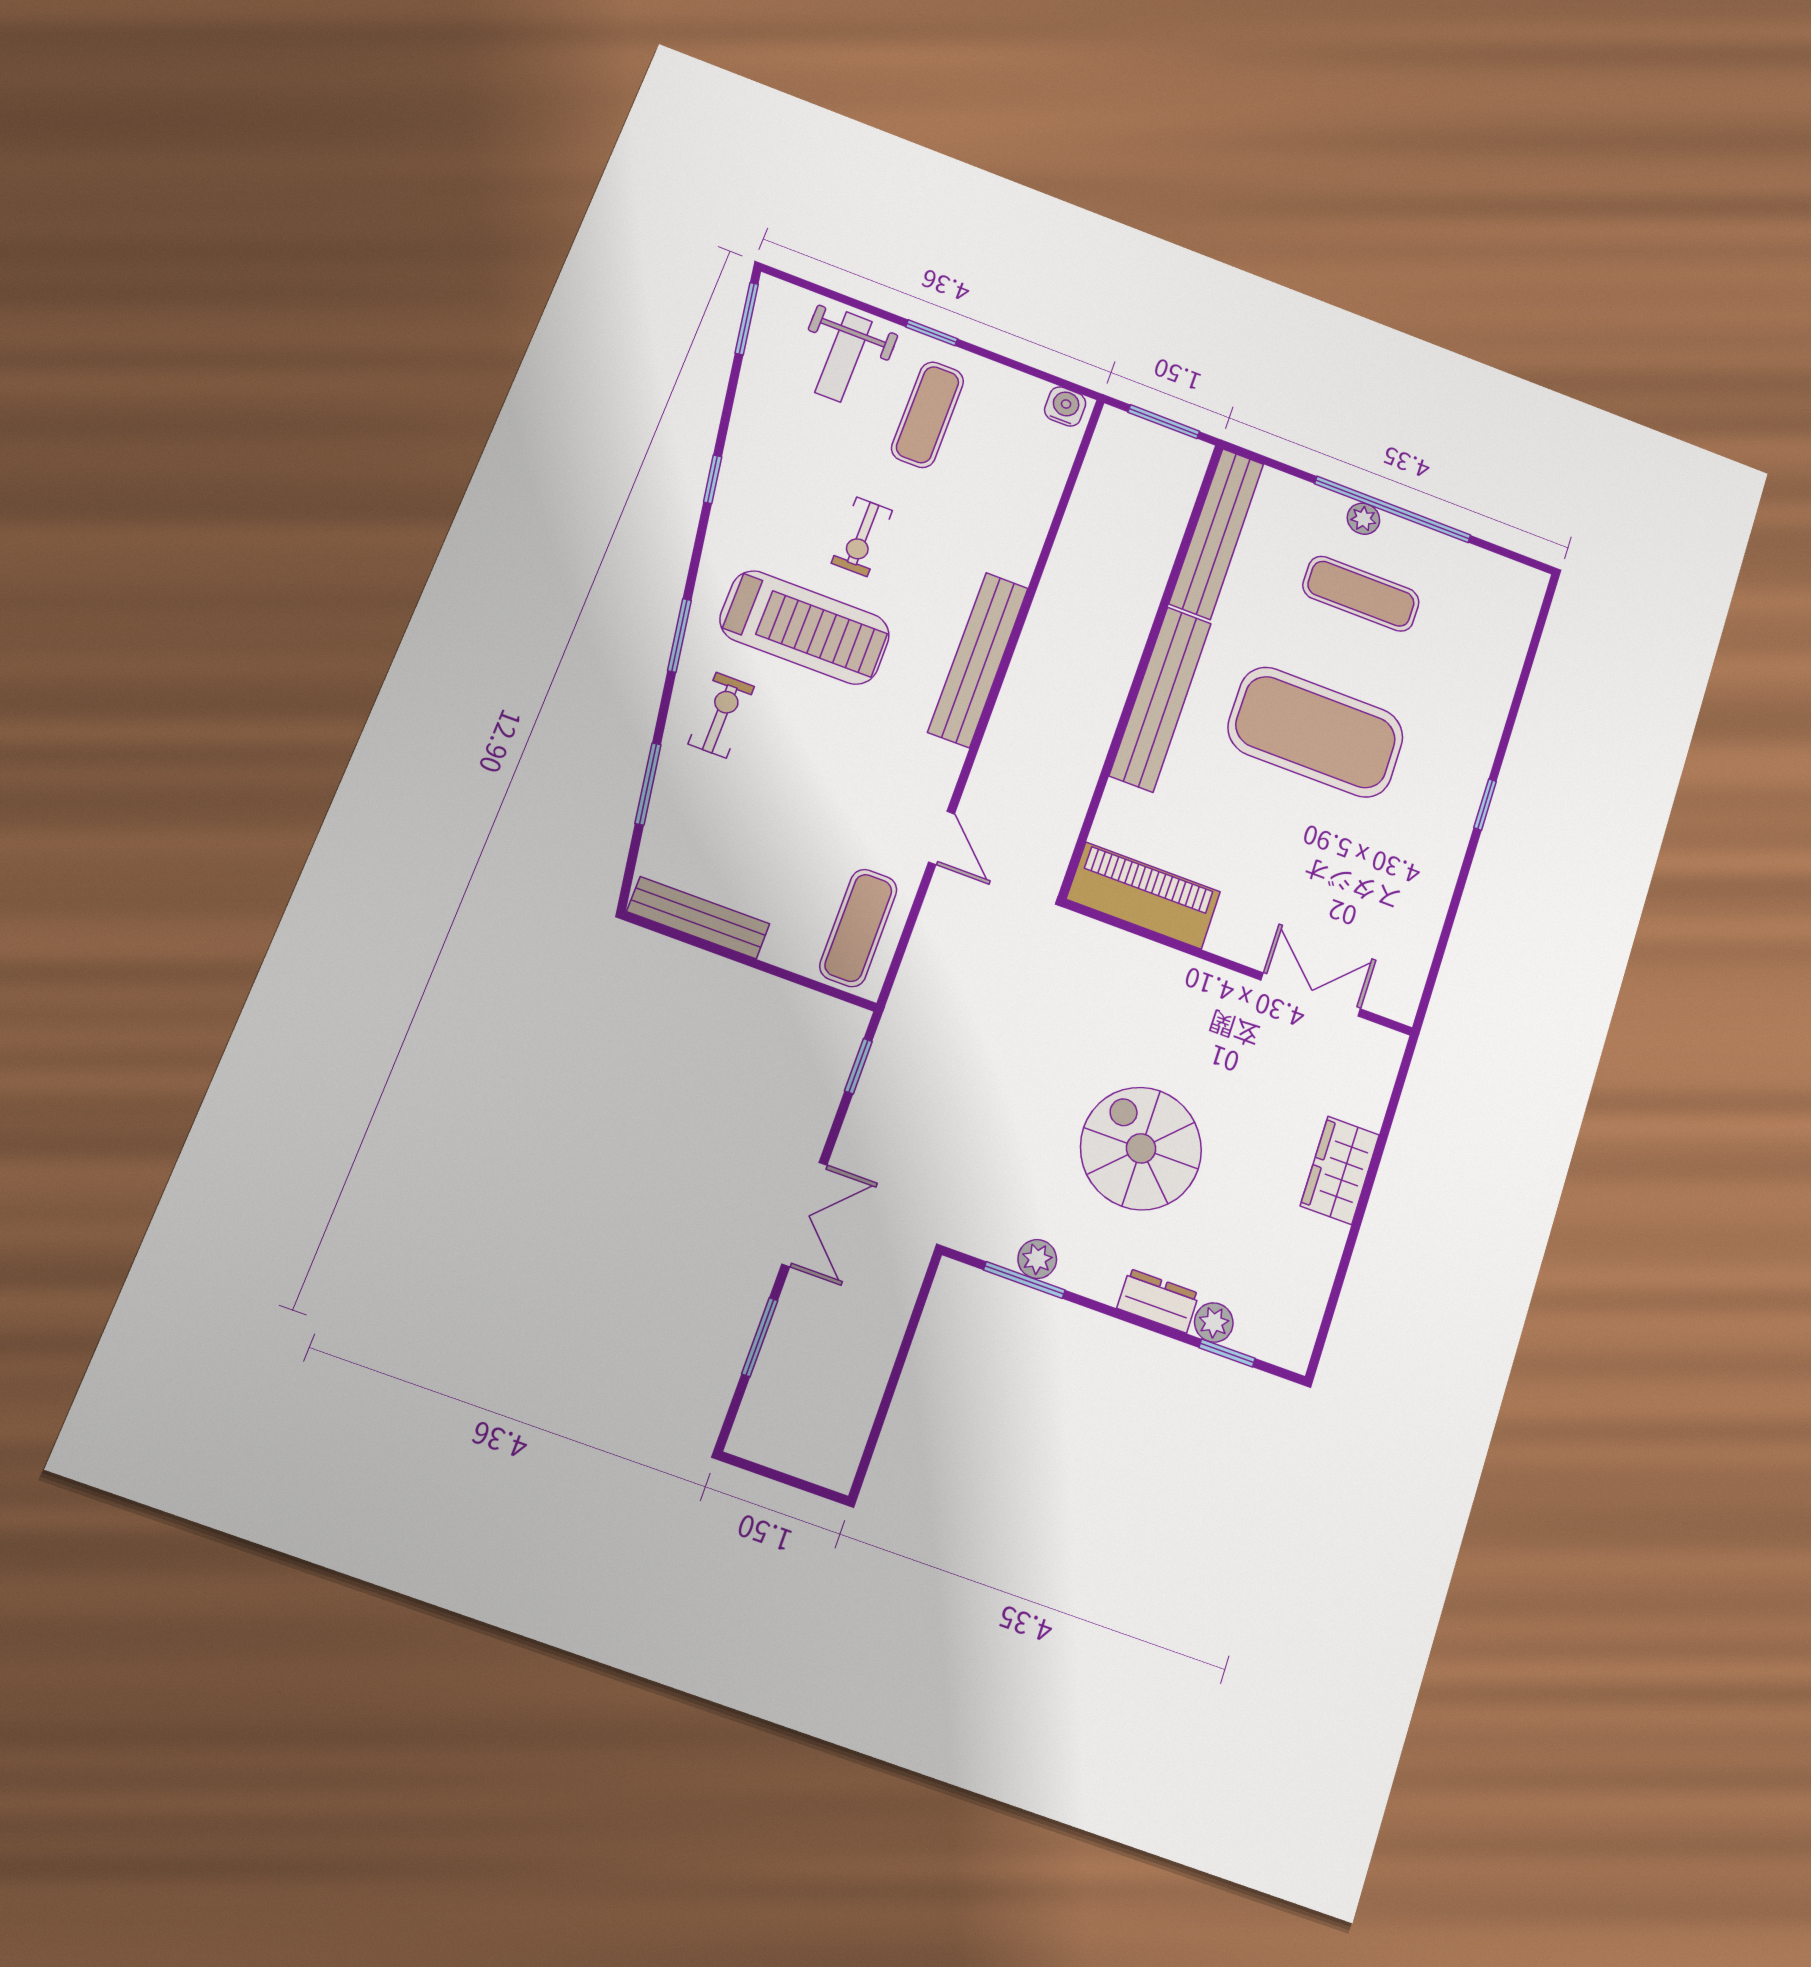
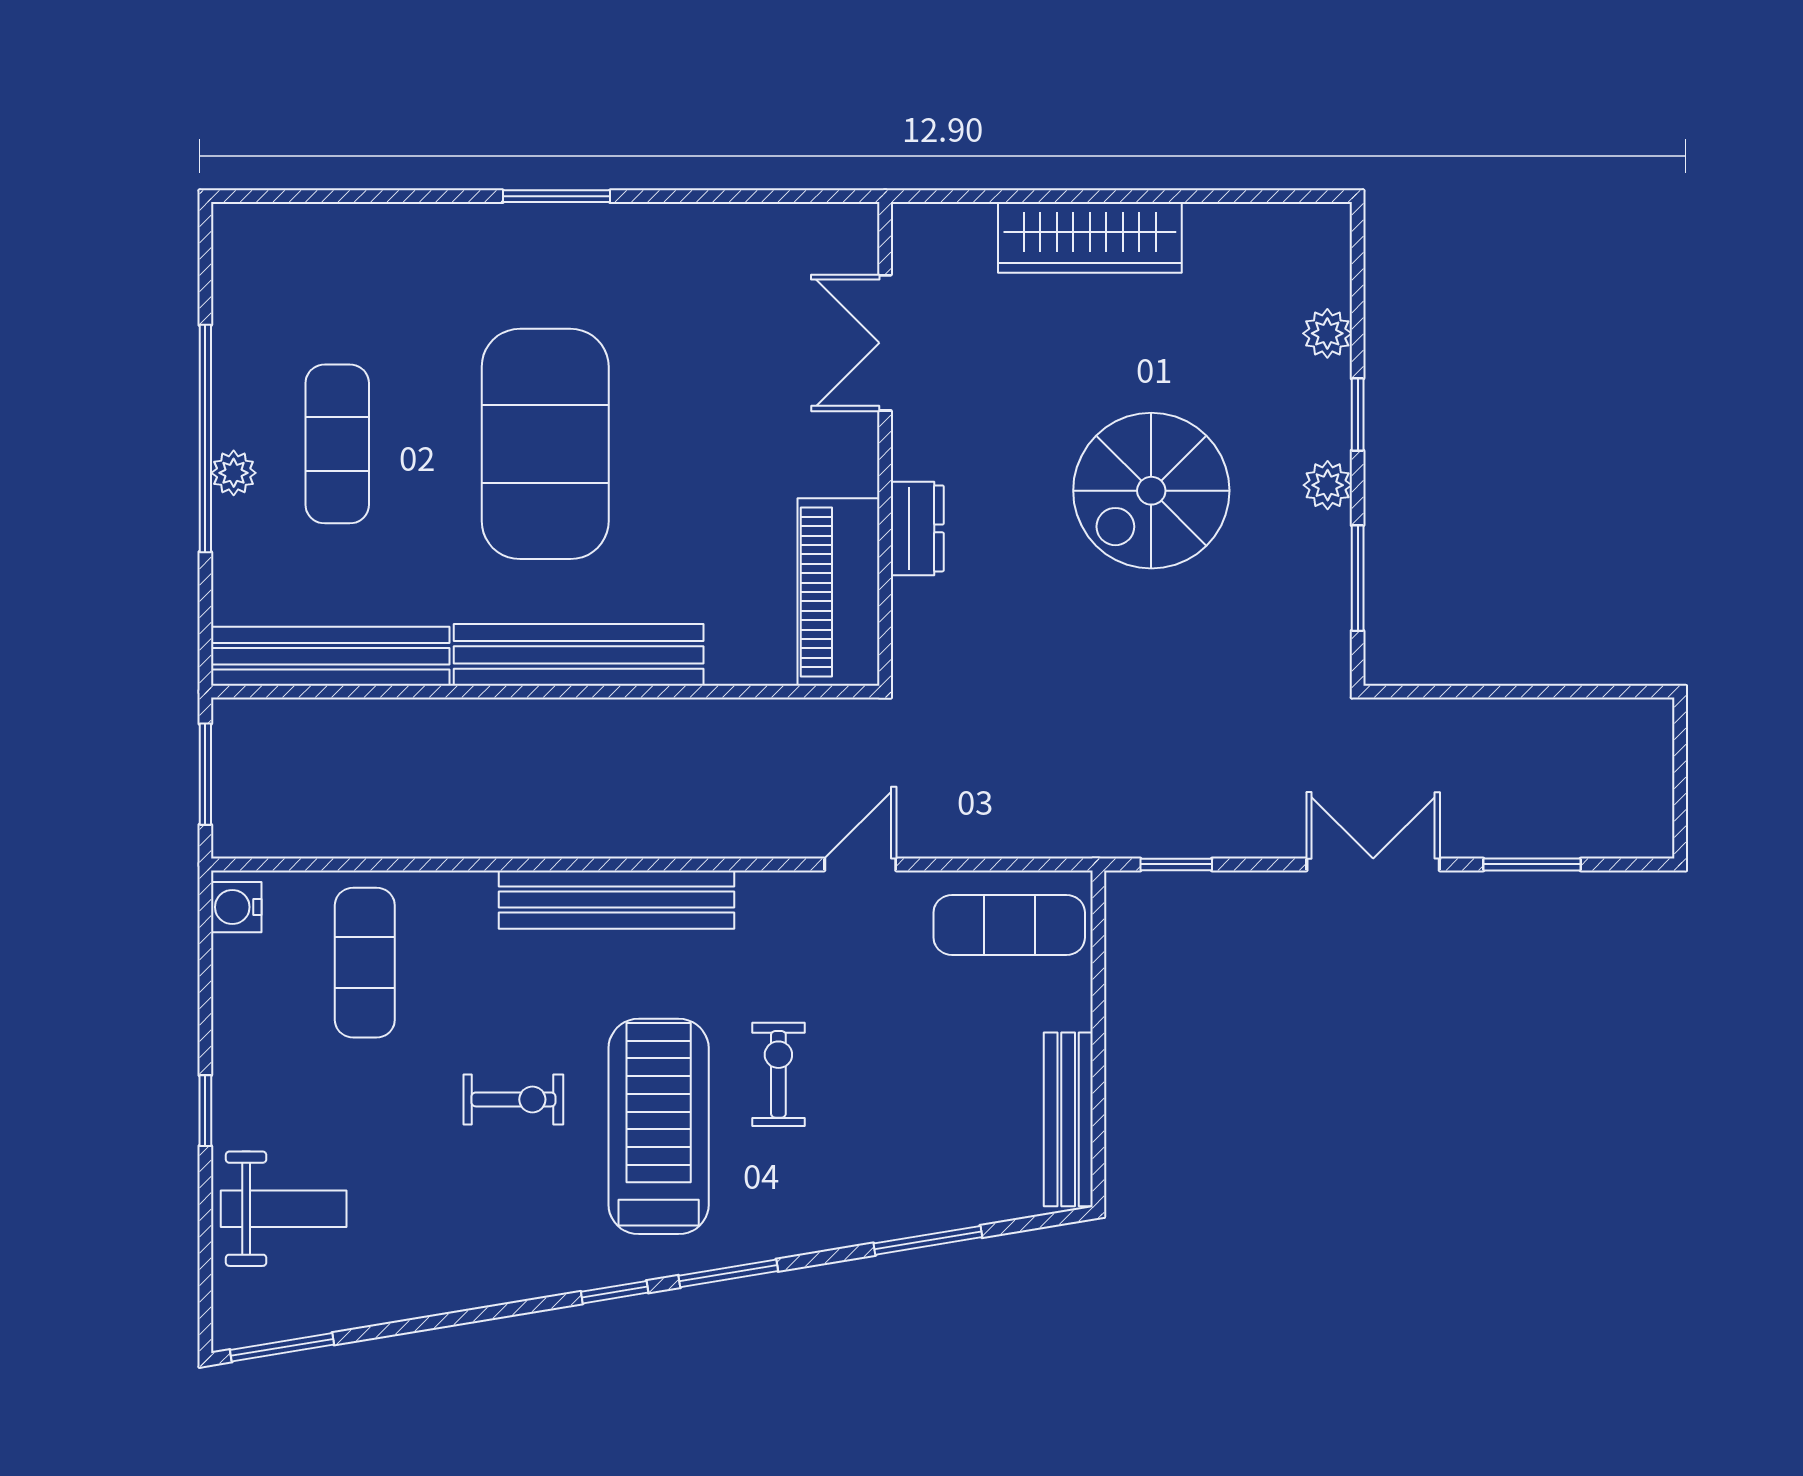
exercise mat: (928, 415) -> (365, 963), moved, turned 90
window: (713, 479) -> (615, 1292), moved
exercise bike: (721, 715) -> (778, 1074), moved, turned 90
window: (1485, 804) -> (556, 196), width x1.50
wardrobe: (1340, 1170) -> (1090, 237), width x1.50
plant: (1037, 1259) -> (1328, 485), moved
dresser: (1158, 1301) -> (917, 528), moved, turned 180
window: (1227, 1353) -> (1358, 414), moved

